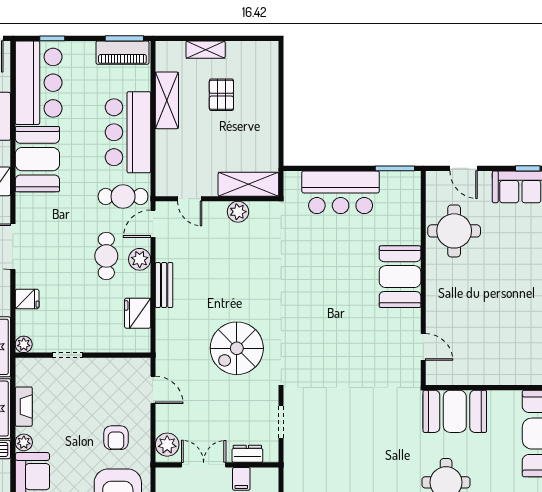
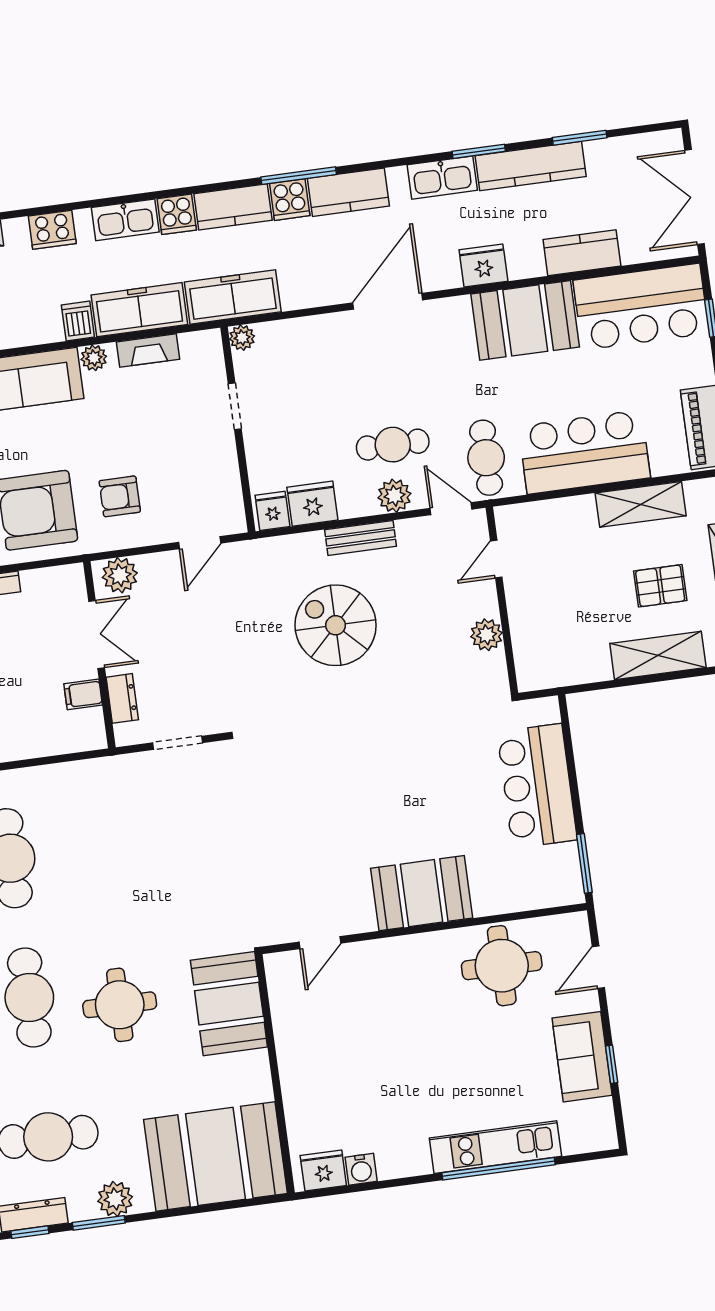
shelving: (248, 184) -> (658, 655), moved, turned 90
fridge: (27, 299) -> (272, 511), moved, turned 180
spiral stairs: (237, 348) -> (336, 625), moved

